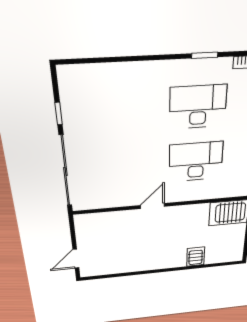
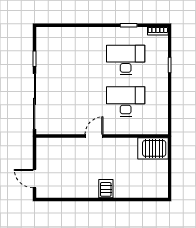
server rack: (196, 257) -> (106, 189), moved
door: (76, 259) -> (35, 179), hinge flipped

